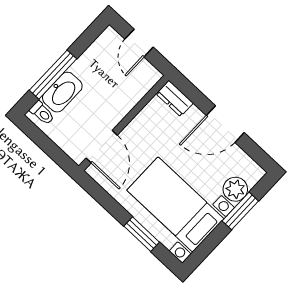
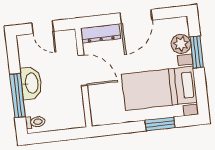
washbasin: (62, 92) -> (31, 83), moved
dresser: (175, 98) -> (100, 33), width x1.44
door: (102, 147) -> (83, 70), moved

